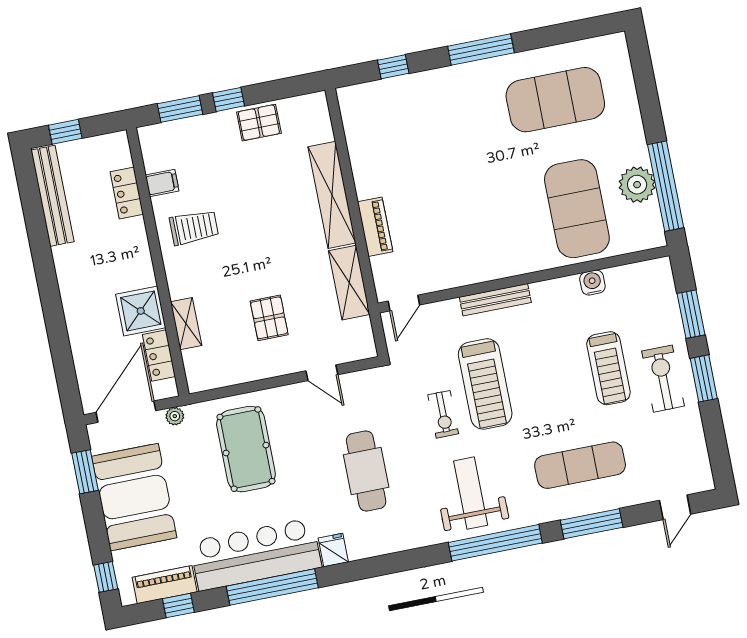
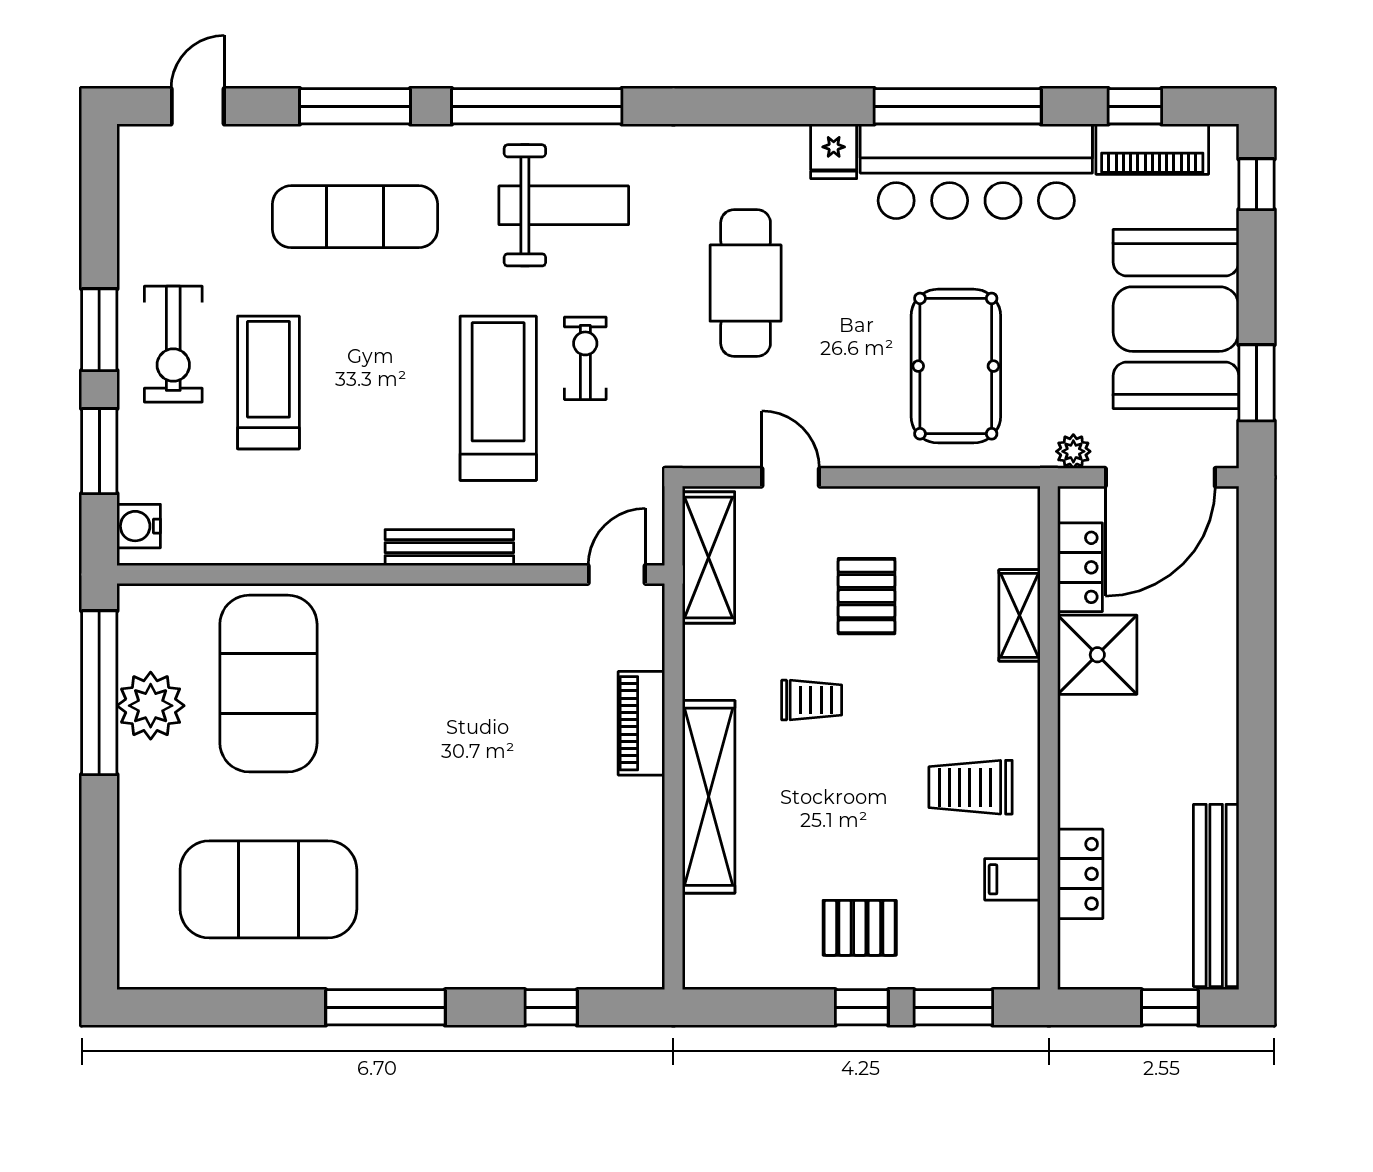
pallet: (259, 123) -> (860, 928), moved
trolley: (287, 257) -> (812, 700), added
shelving: (349, 283) -> (709, 557), moved
water cooler: (592, 283) -> (139, 526), moved, turned 90
weight bench: (471, 493) -> (564, 205), turned -90

